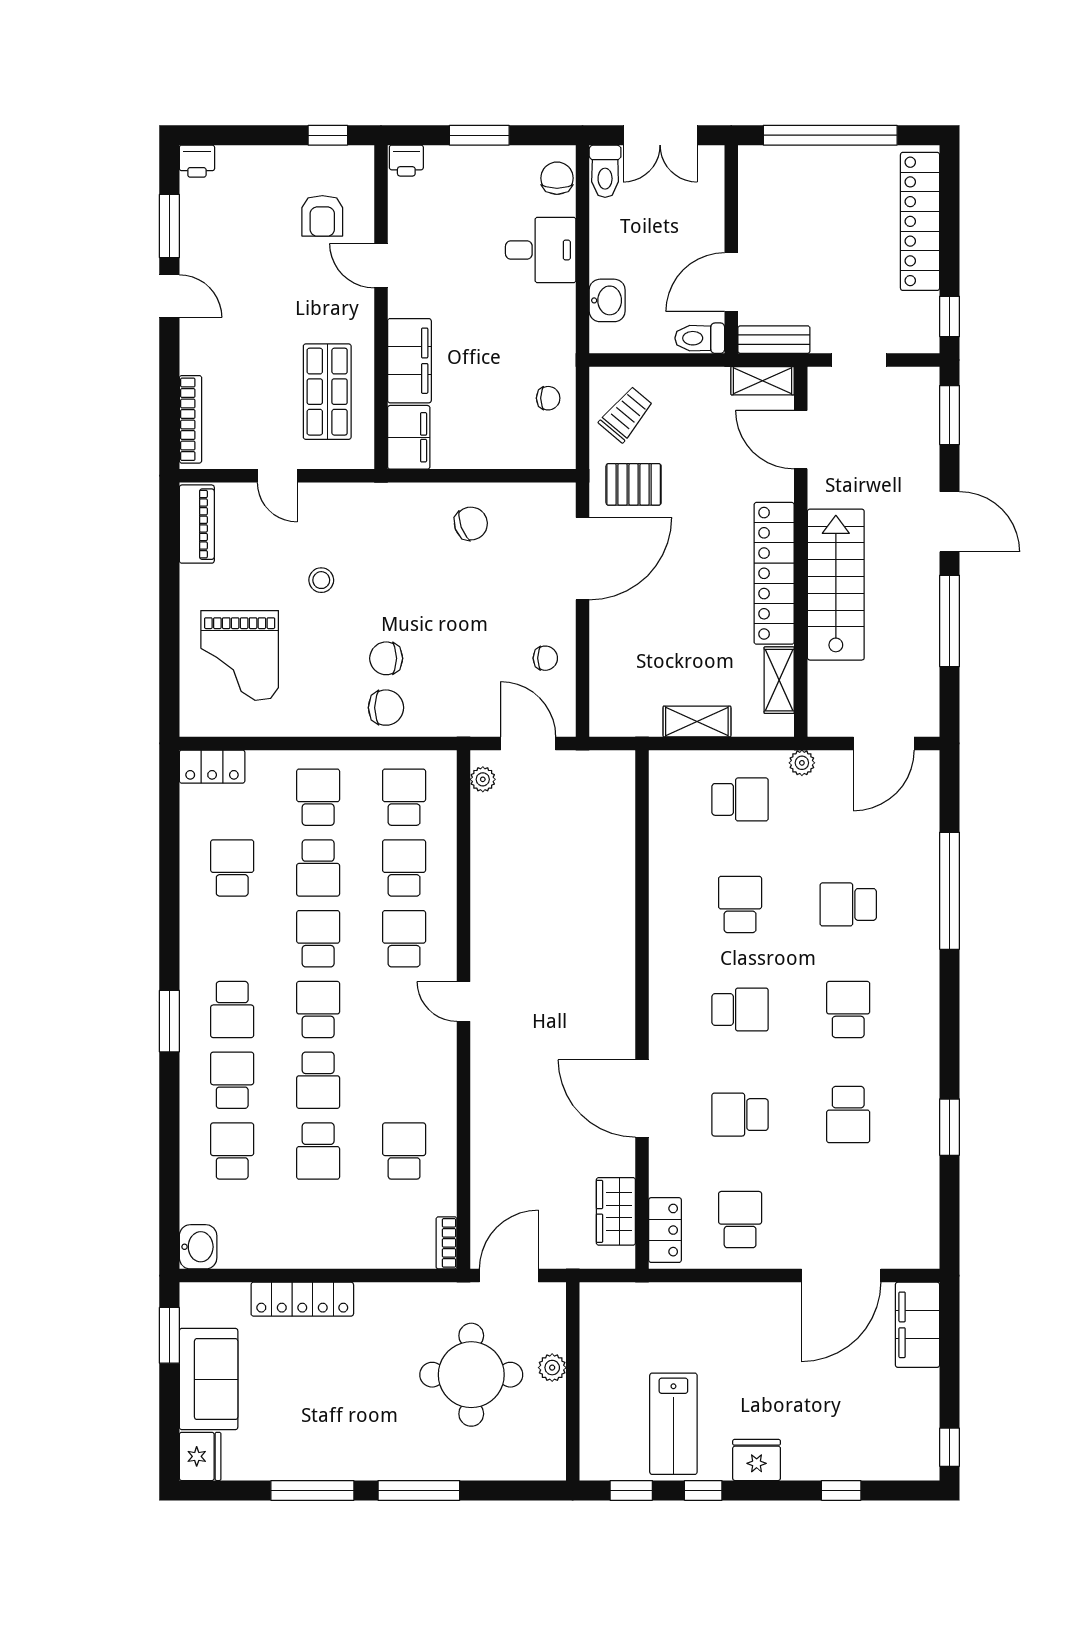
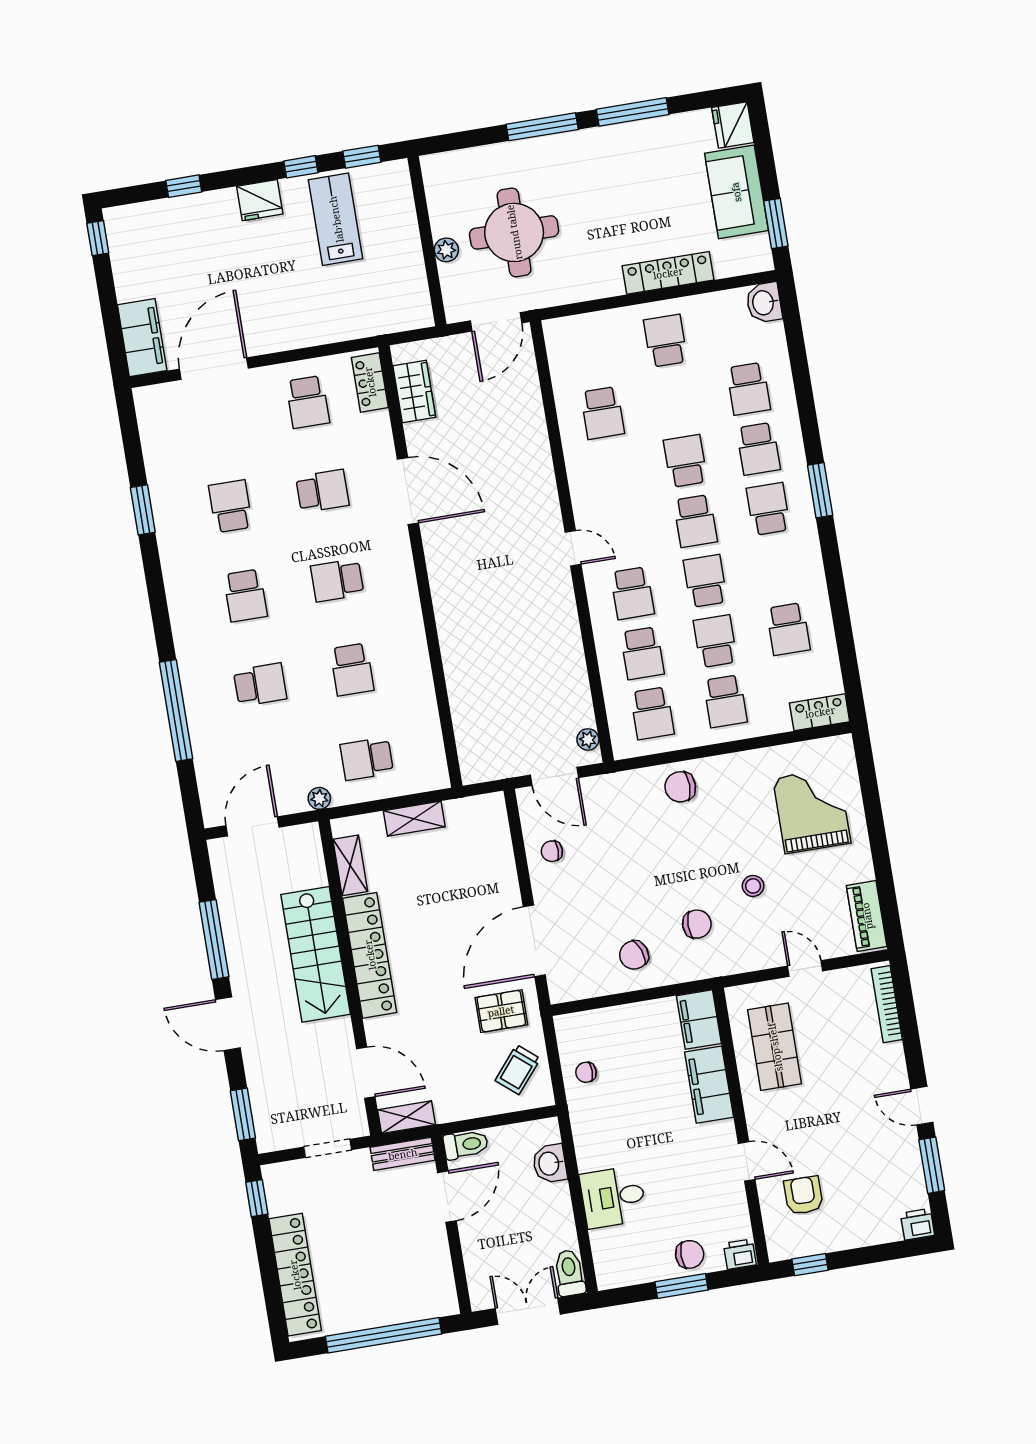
chair: (557, 178) -> (690, 1254), moved, turned -90
chair: (386, 658) -> (697, 924), moved
school desk: (318, 939) -> (705, 581), turned 180
school desk: (318, 1151) -> (666, 341), moved
bookcase: (447, 1243) -> (554, 341), removed

